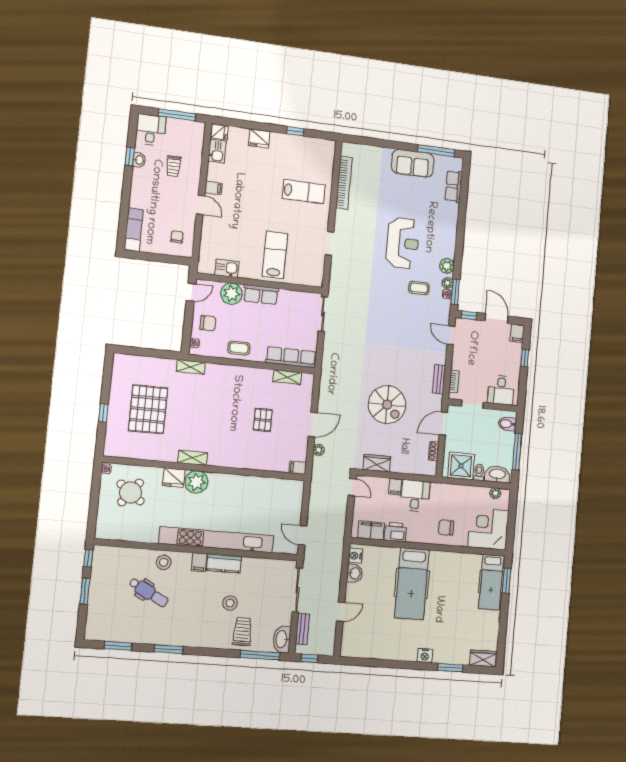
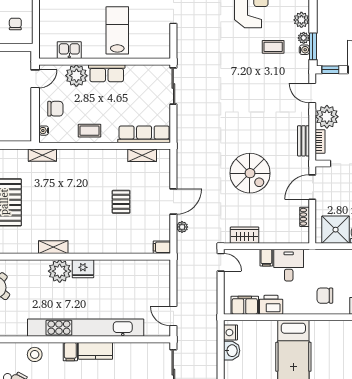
plant: (462, 359) -> (327, 117), added
fridge: (174, 478) -> (83, 269), moved

